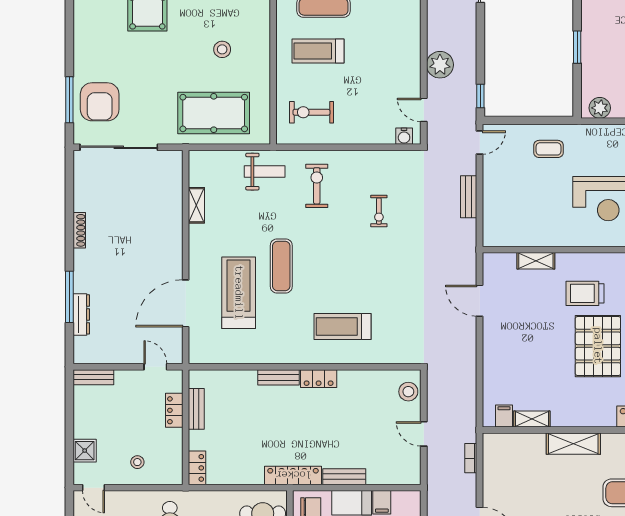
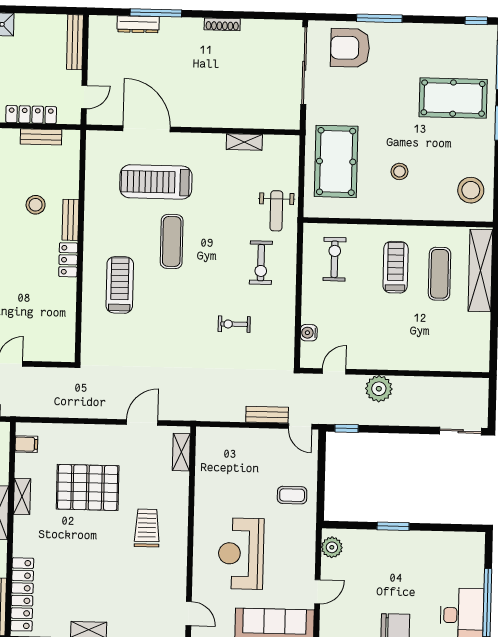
window: (69, 100) -> (379, 18), moved
water cooler: (404, 136) -> (309, 333), moved
coffee table: (548, 149) -> (292, 495), turned 90
exercise bike: (317, 186) -> (261, 263), turned 90
bench: (469, 197) -> (267, 415), moved
shelving: (536, 261) -> (181, 452), moved
exercise mat: (281, 266) -> (172, 241), moved, turned 90
treadmill: (239, 293) -> (156, 182), turned 180
pallet: (598, 346) -> (88, 487), moved
bench: (93, 377) -> (75, 42), width x1.36
stool: (408, 392) -> (36, 205), moved
locker: (174, 410) -> (31, 115), width x1.53
shelving: (532, 419) -> (22, 496), moved

